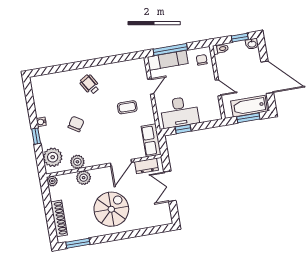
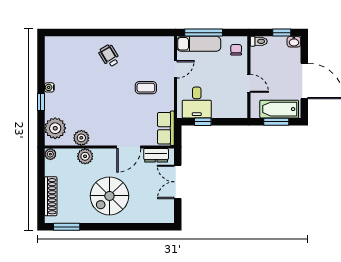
desk: (180, 112) -> (197, 103), width x0.73
chair: (76, 124) -> (87, 96), removed
spiral stairs: (111, 209) -> (109, 196), turned 180

